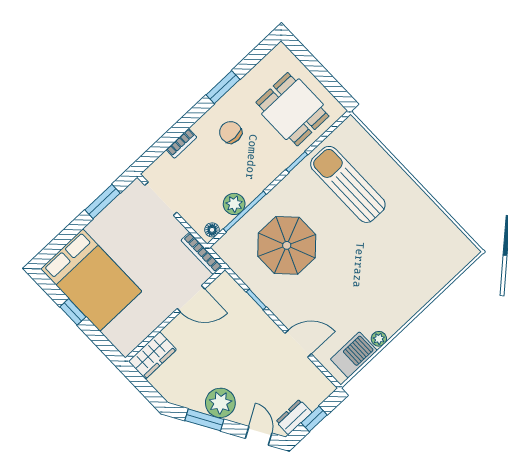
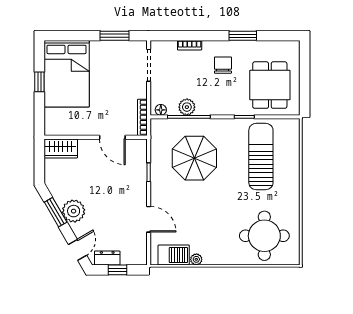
round table: (422, 256) -> (264, 236), added

